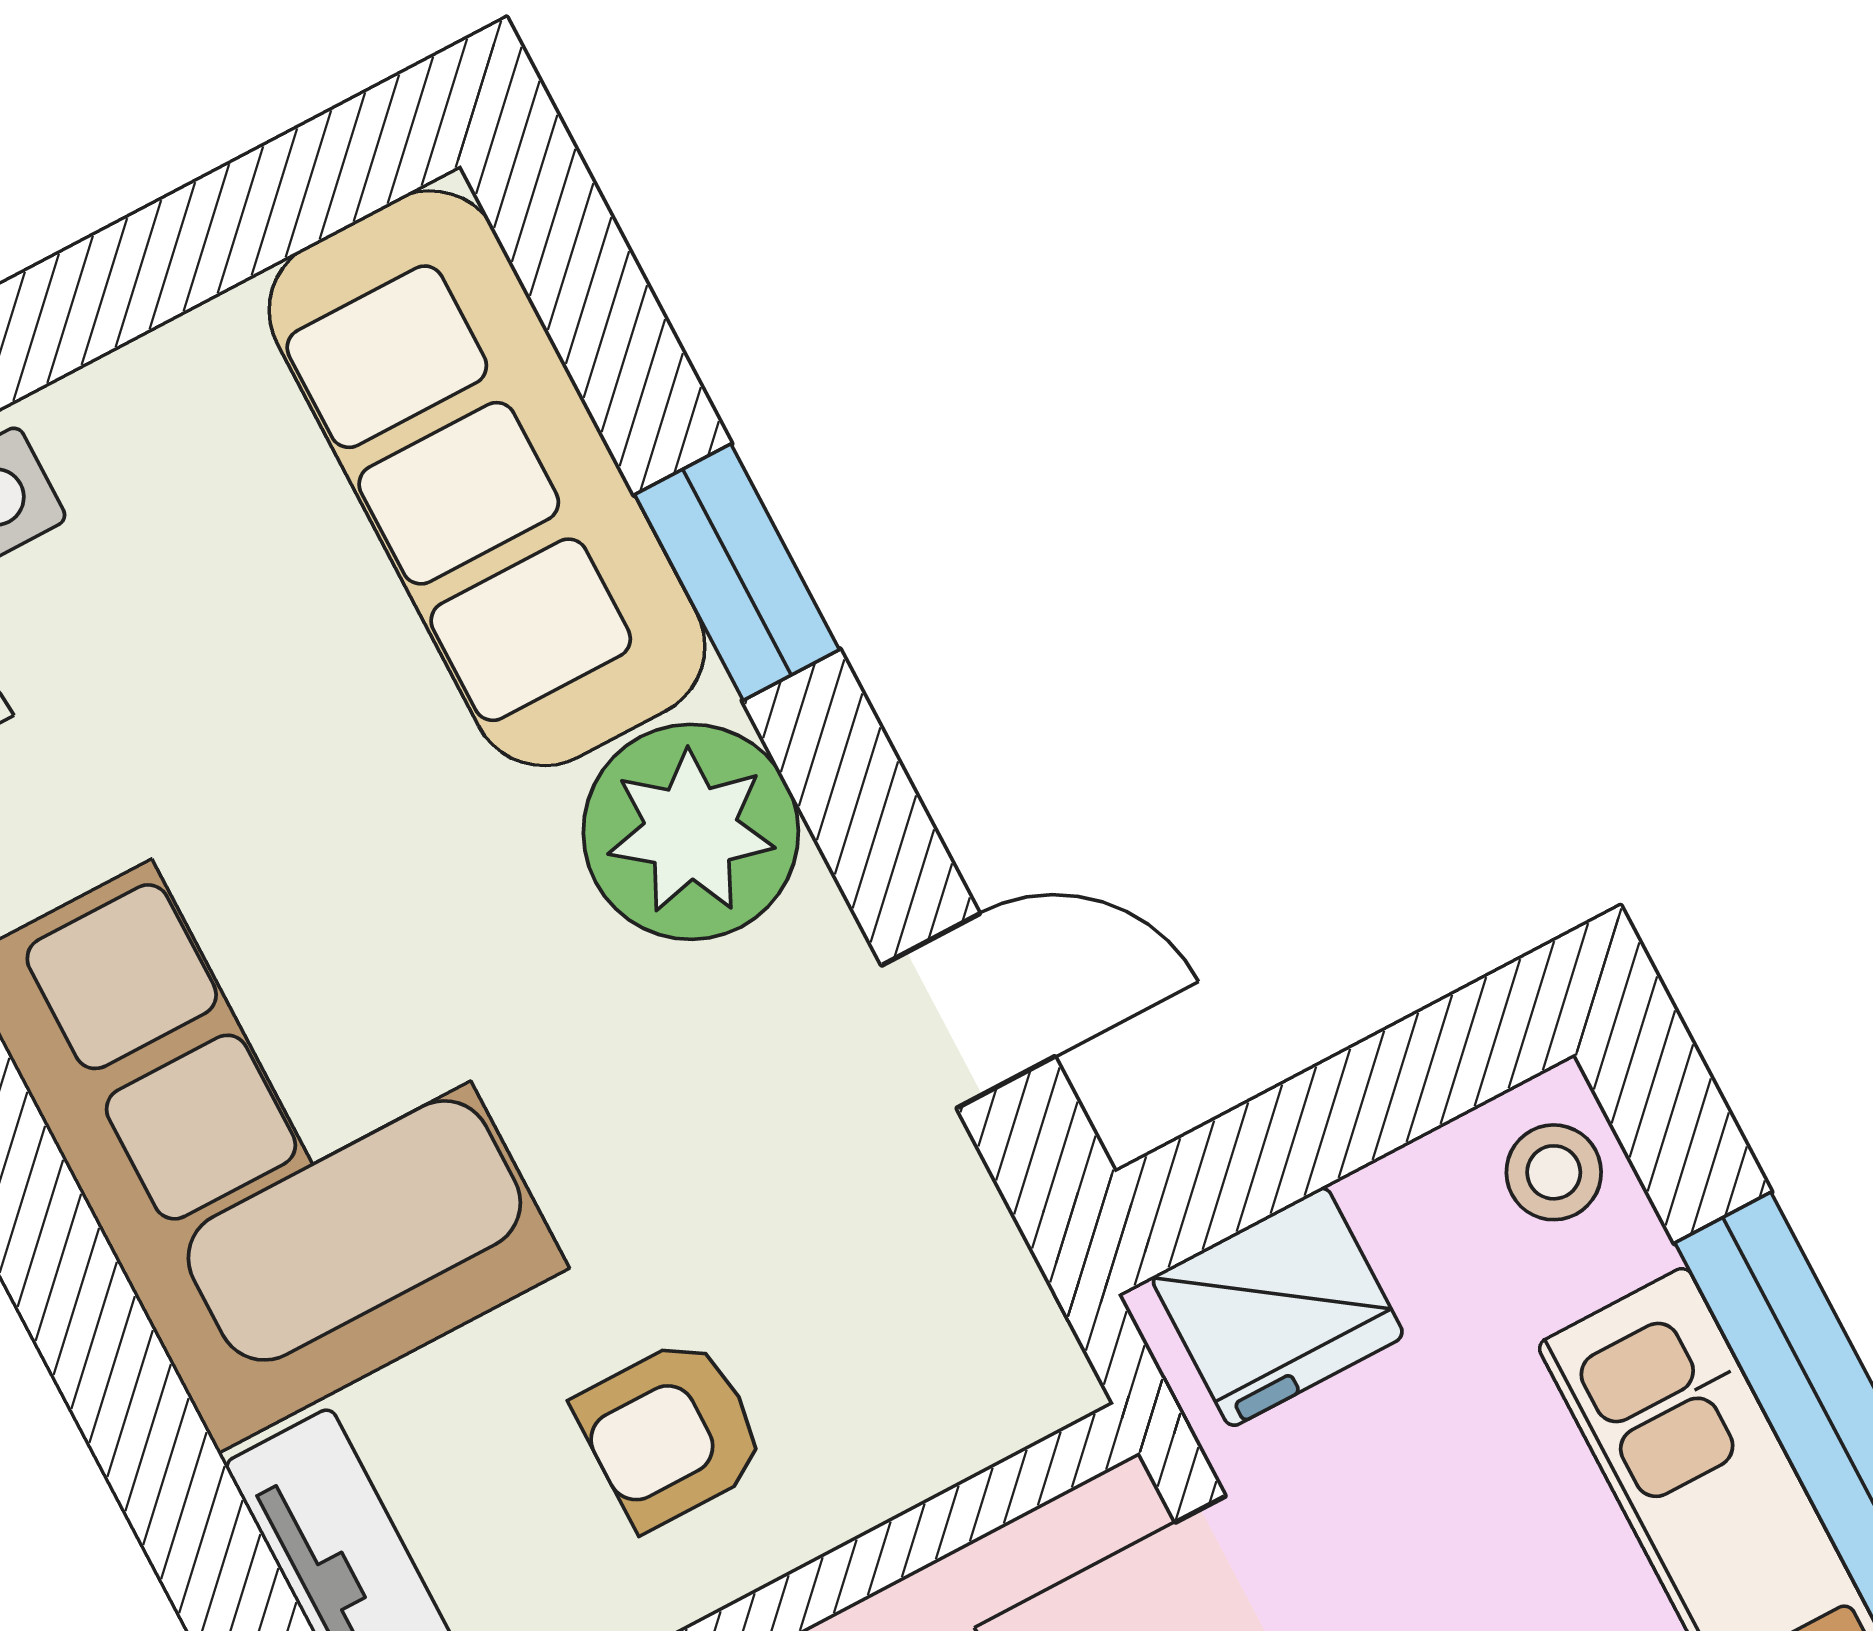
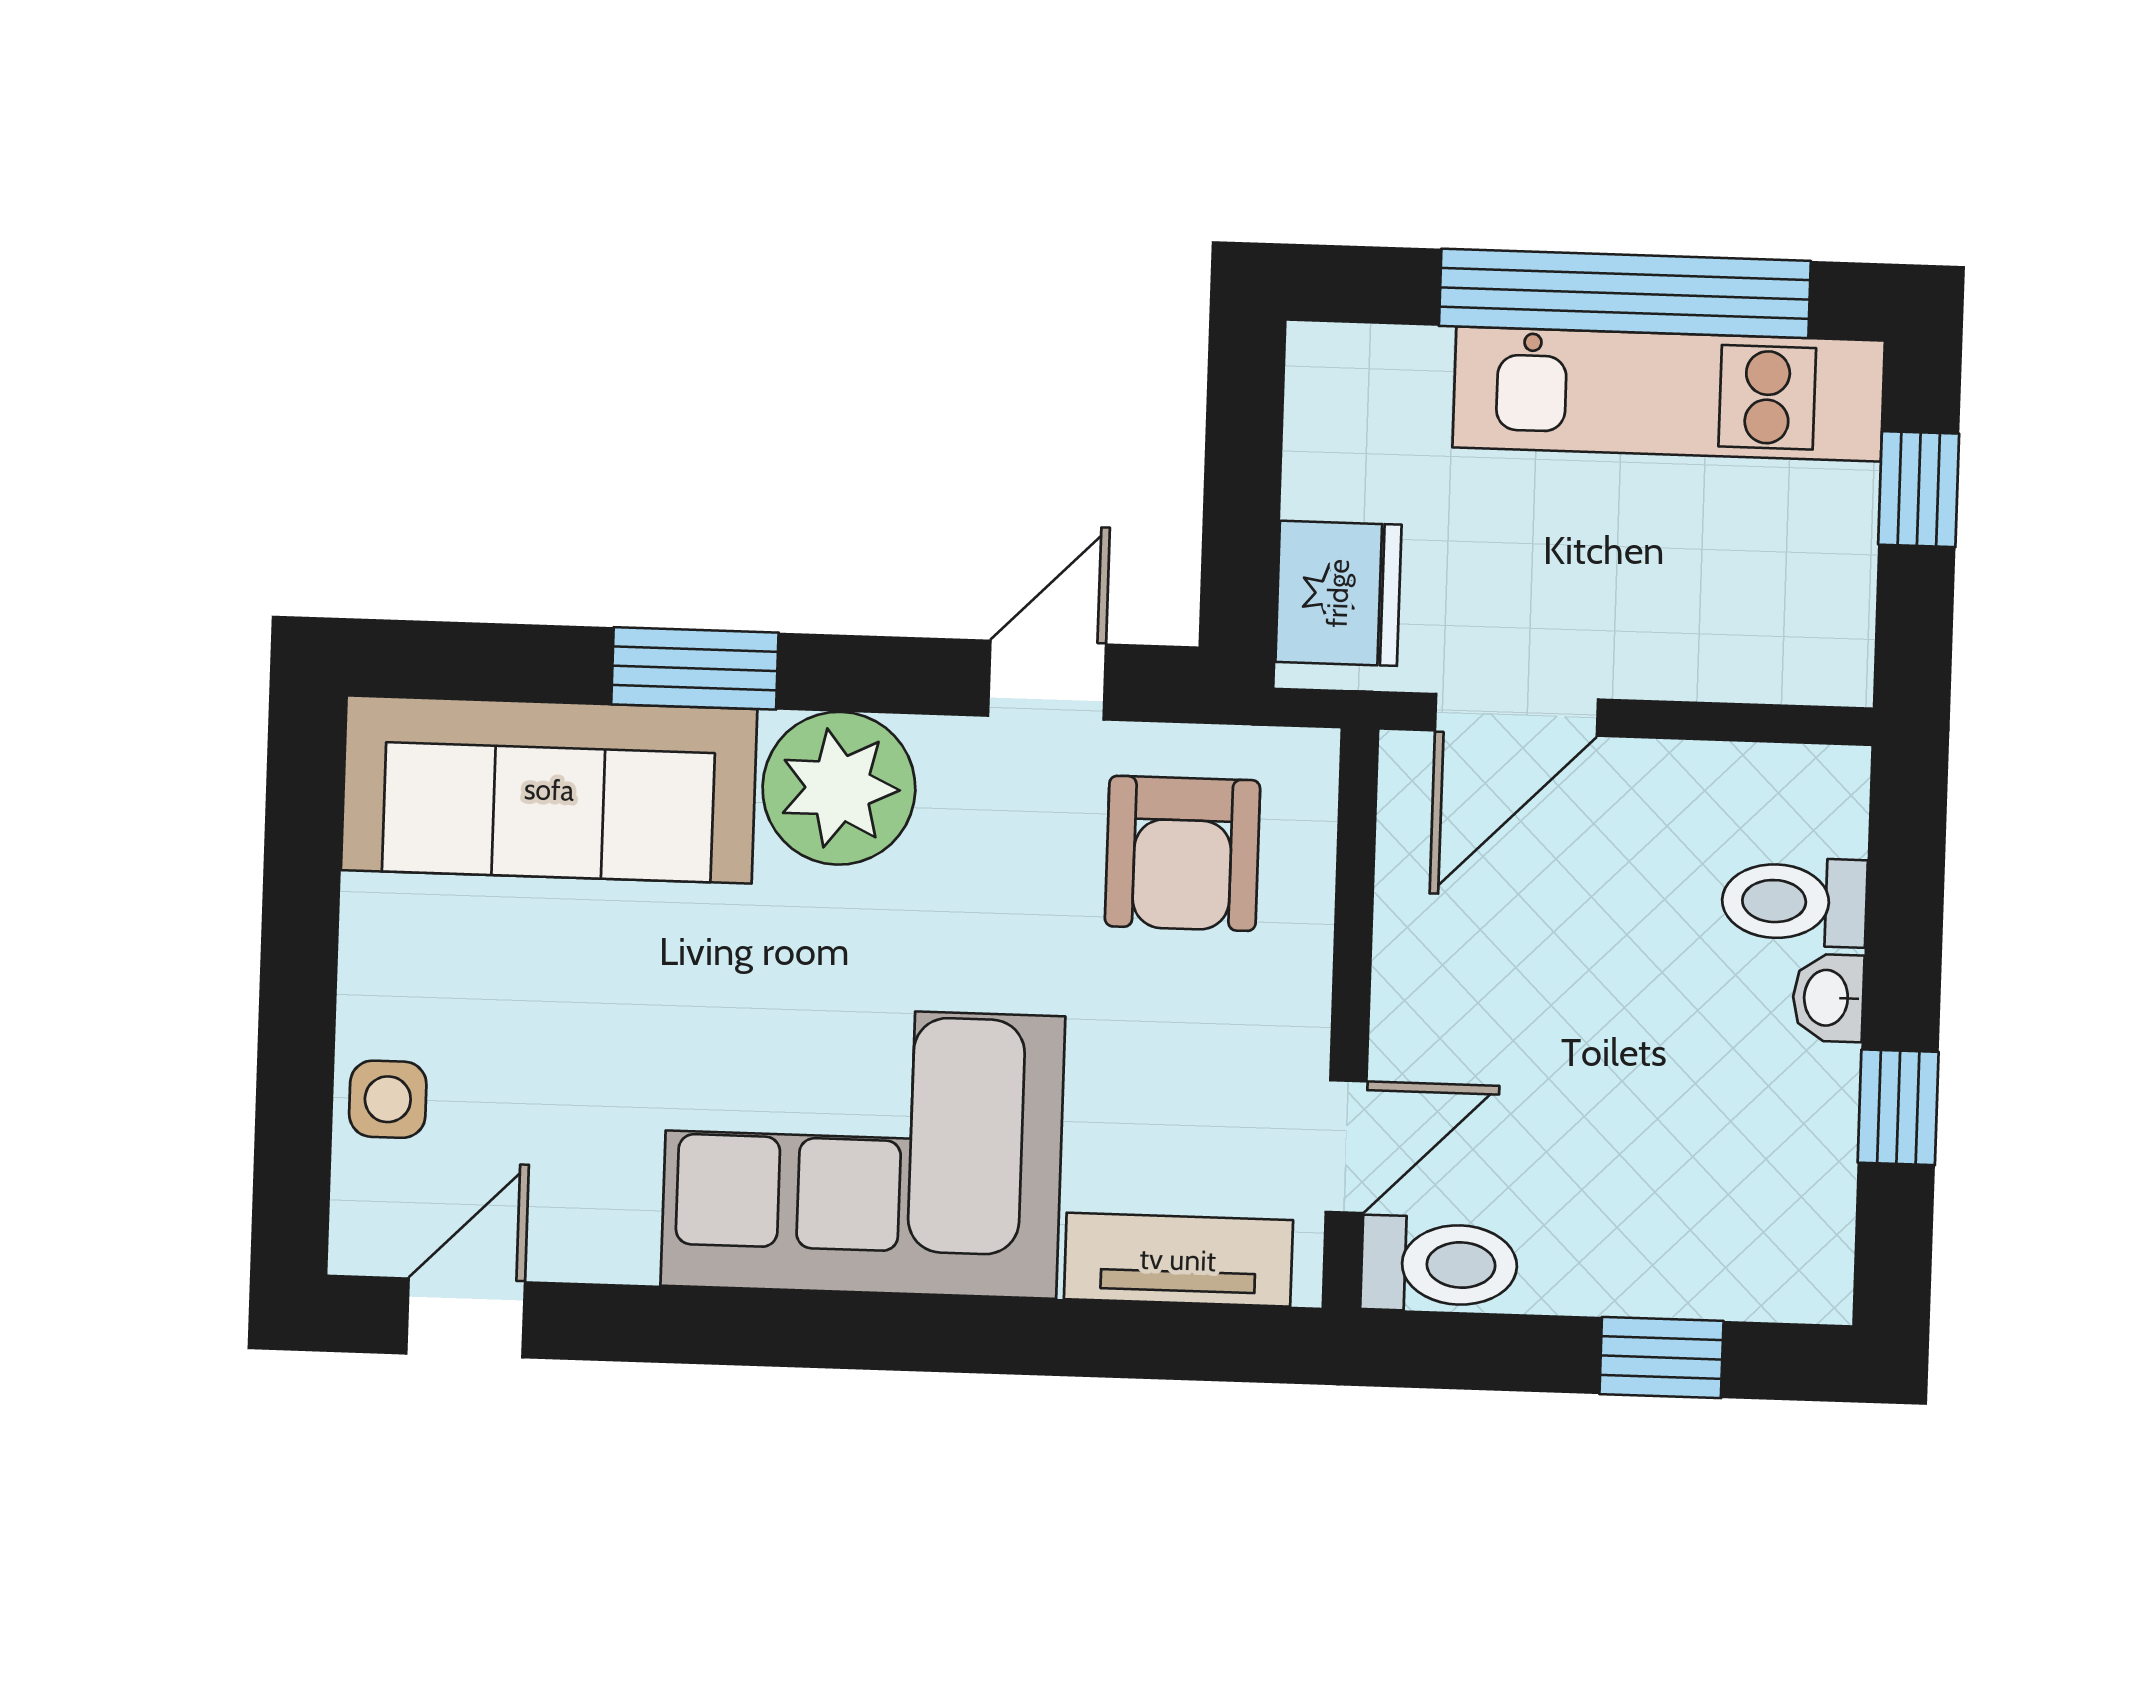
stool: (1554, 1172) -> (1353, 376), removed
armchair: (671, 1433) -> (1182, 853), moved, width x1.38, depth x1.38

